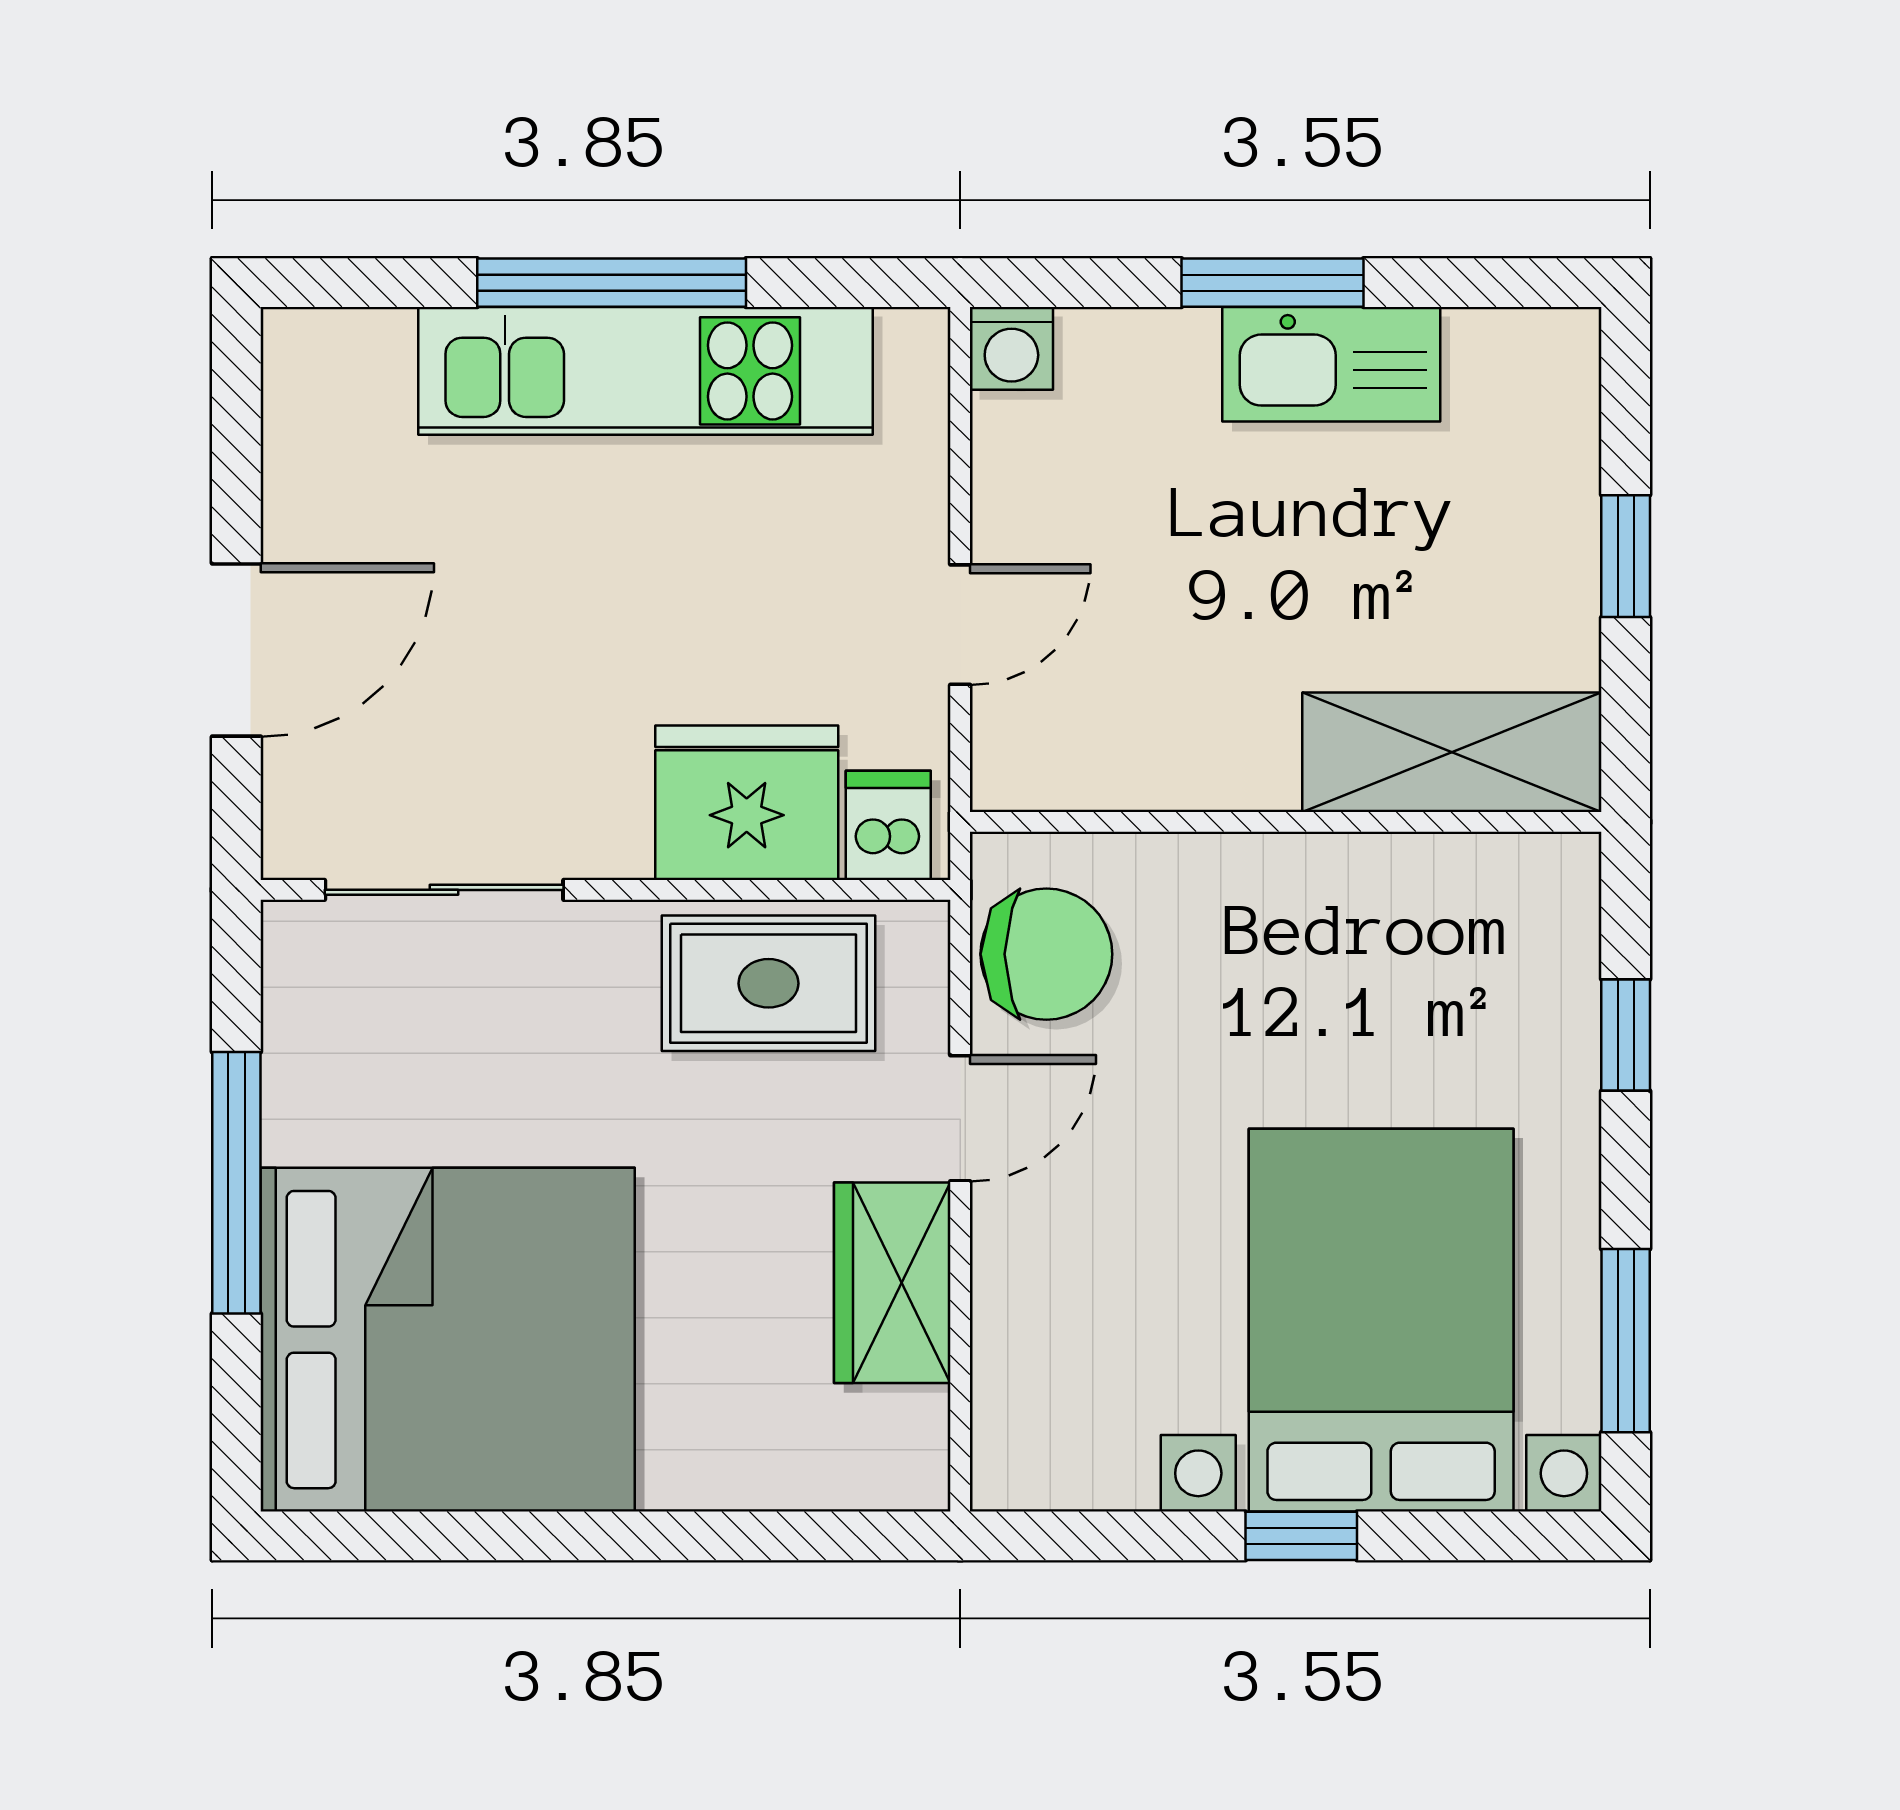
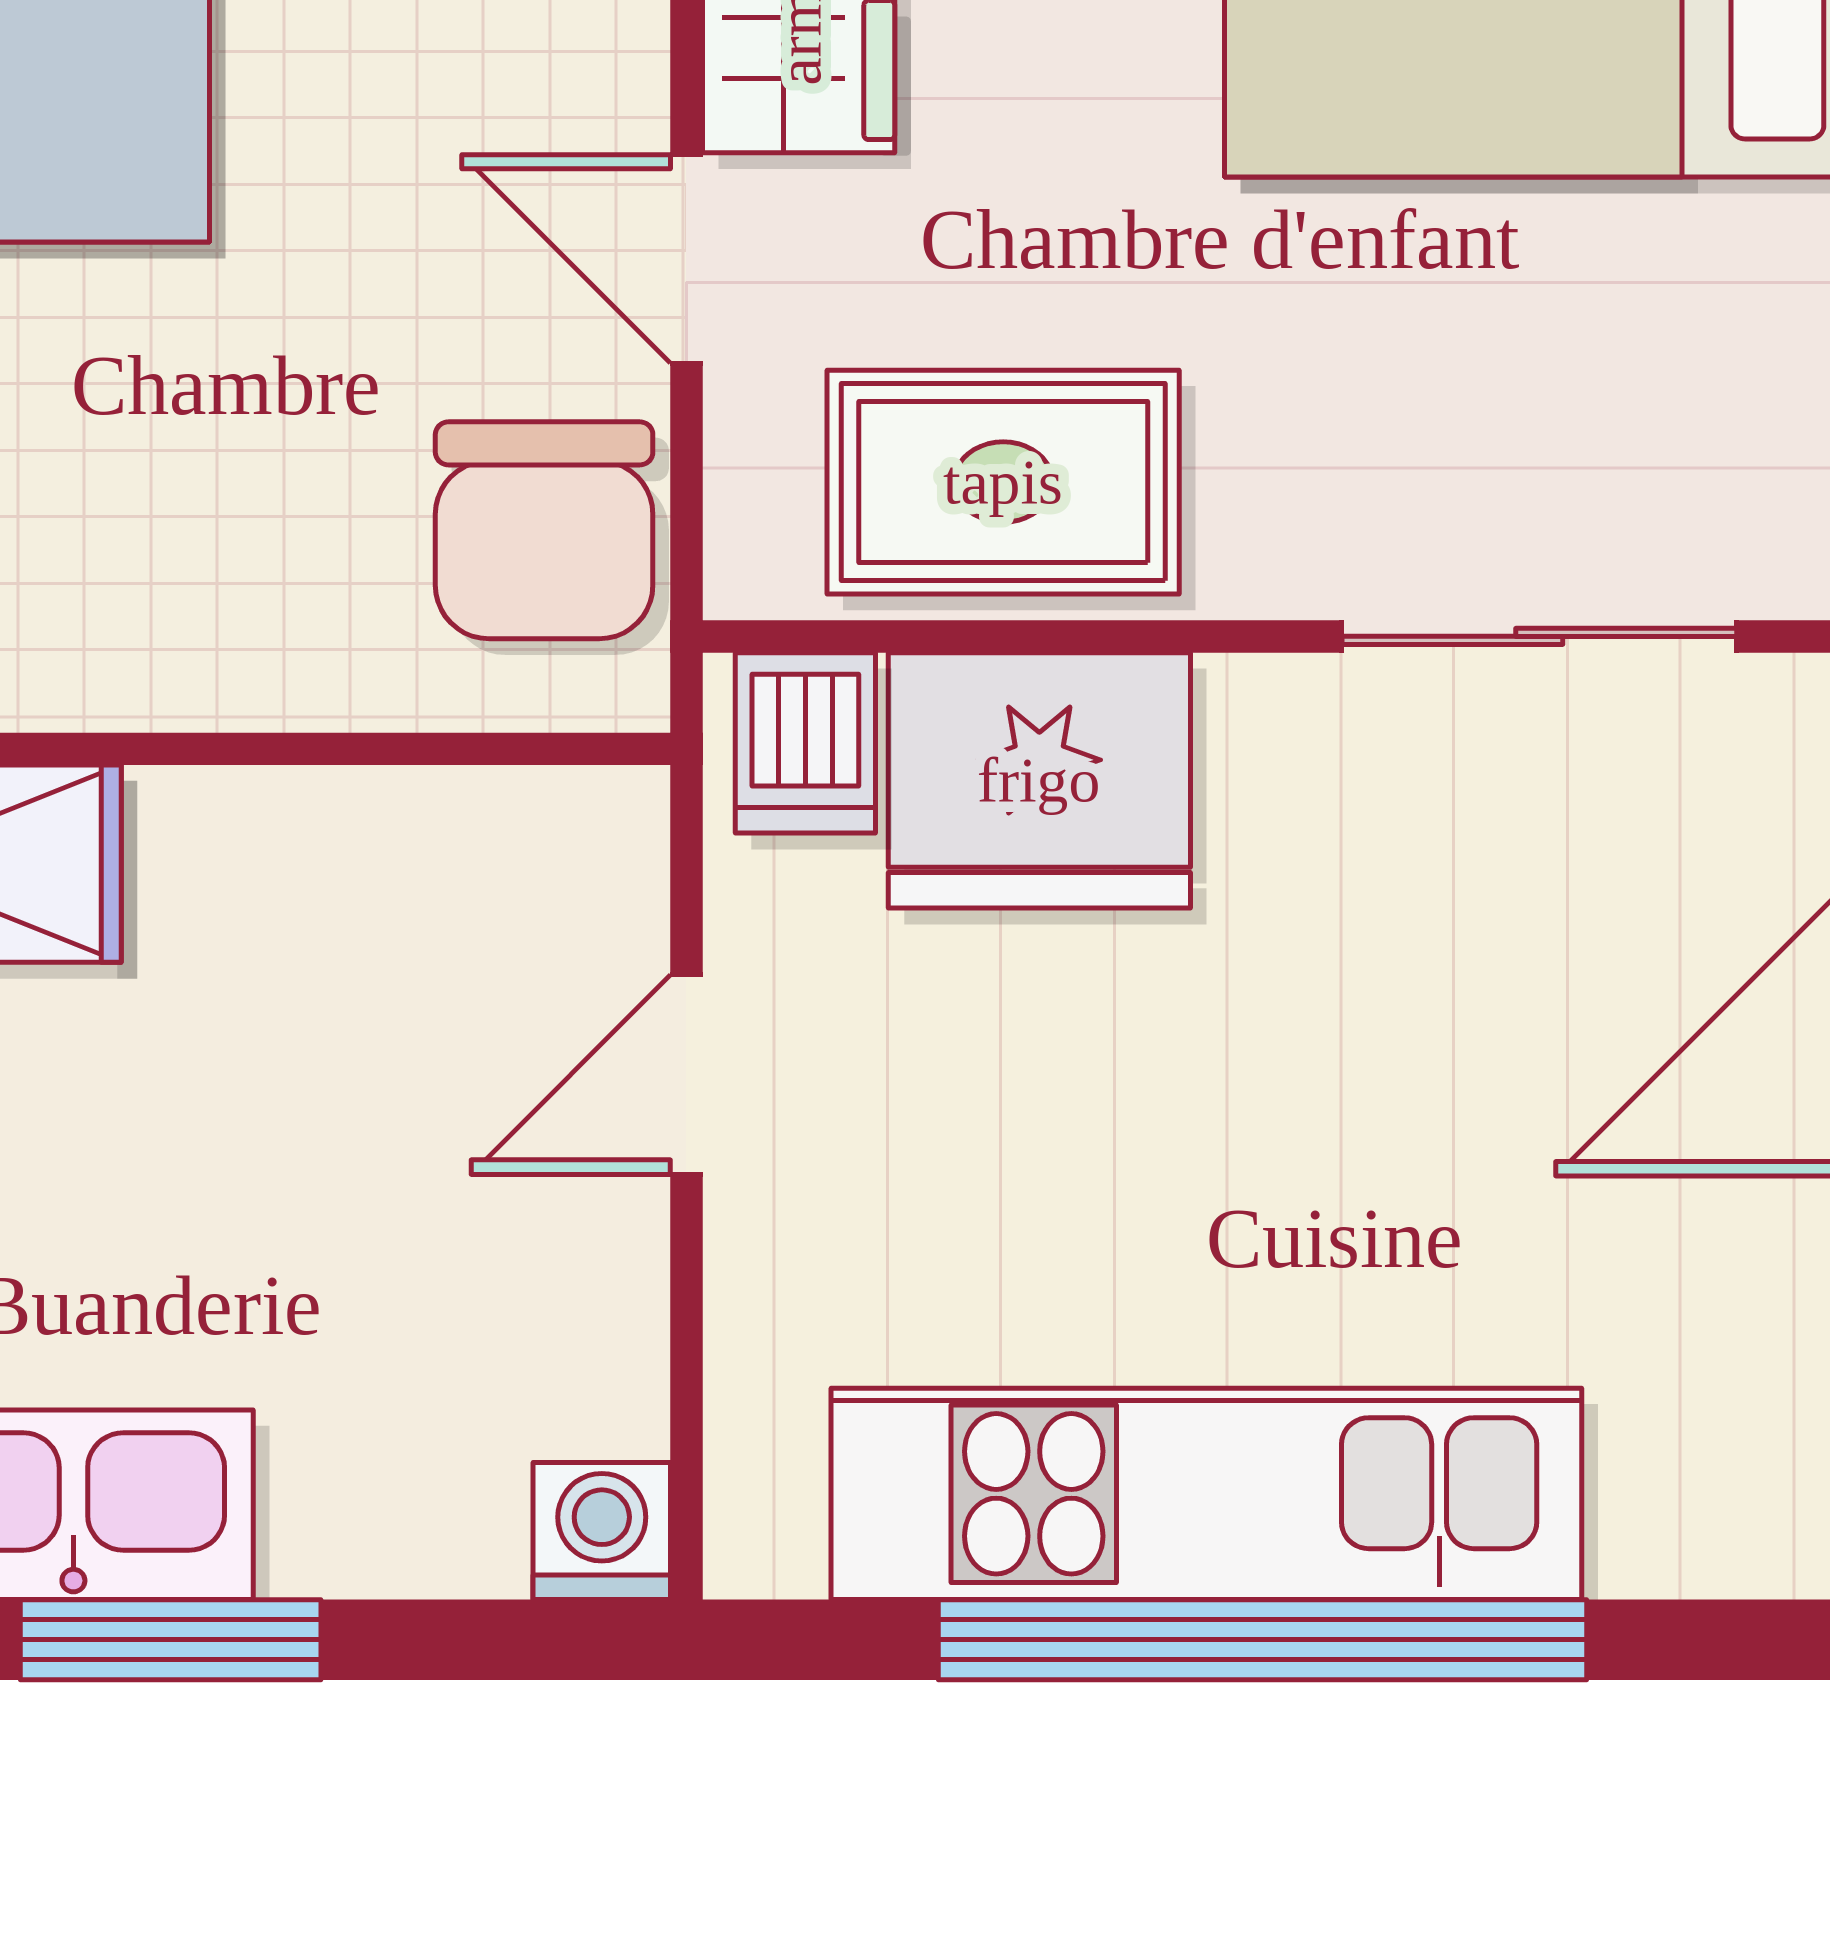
window: (612, 283) -> (1262, 1640), width x1.46
chair: (1046, 954) -> (544, 530), turned -90
door: (960, 1118) -> (686, 259), hinge flipped

